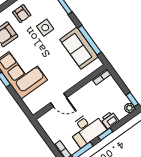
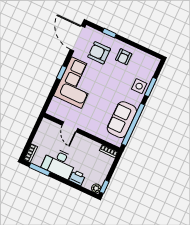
side table: (45, 28) -> (139, 86), moved
window: (90, 40) -> (133, 124), width x1.46
window: (105, 134) -> (64, 181), removed

